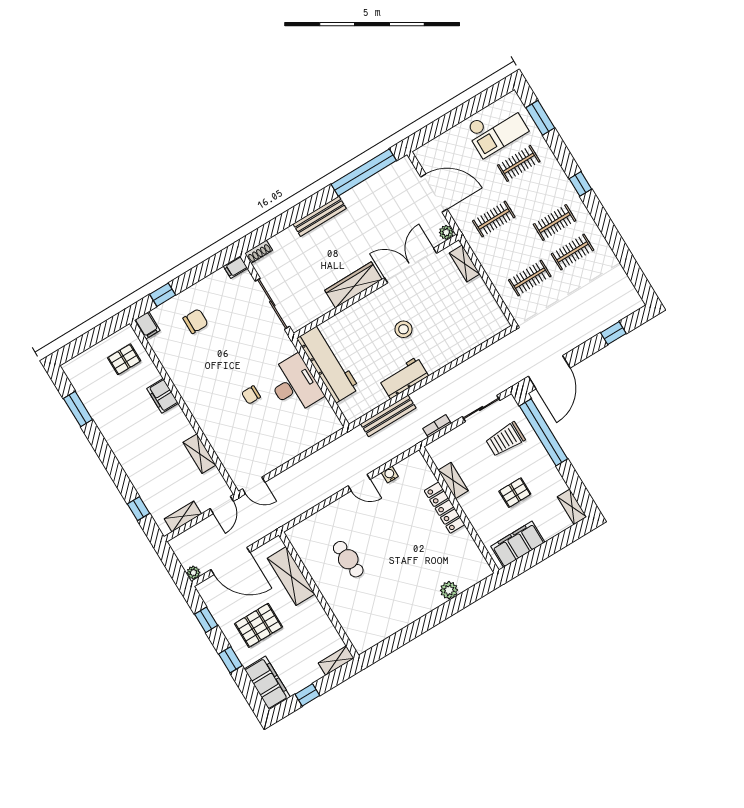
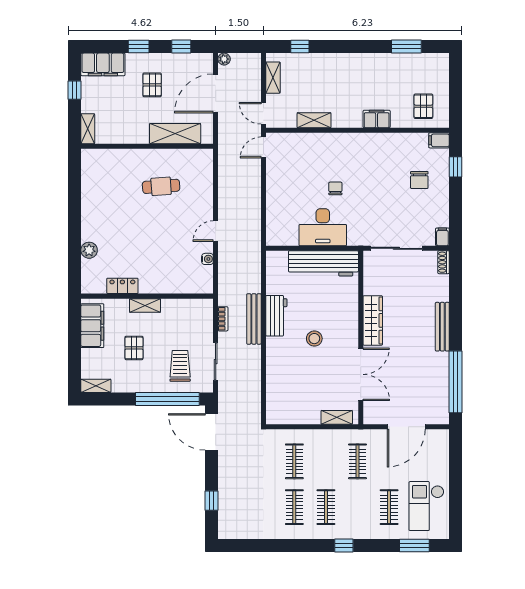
plant: (446, 232) -> (370, 418), removed
bench: (388, 416) -> (254, 319), moved
shelving: (453, 480) -> (145, 305), moved
locker: (444, 508) -> (122, 286), moved, width x0.66
pallet: (258, 625) -> (152, 85), width x0.67, depth x0.71

